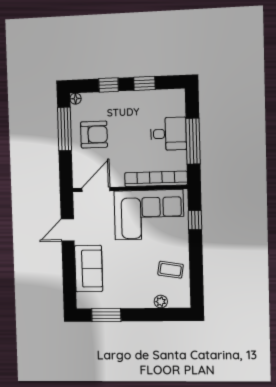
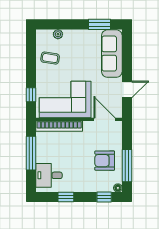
window: (109, 85) -> (104, 197), moved
desk: (168, 134) -> (49, 175), moved
door: (96, 190) -> (104, 119), swing flipped
sofa: (89, 269) -> (112, 54), width x1.36

